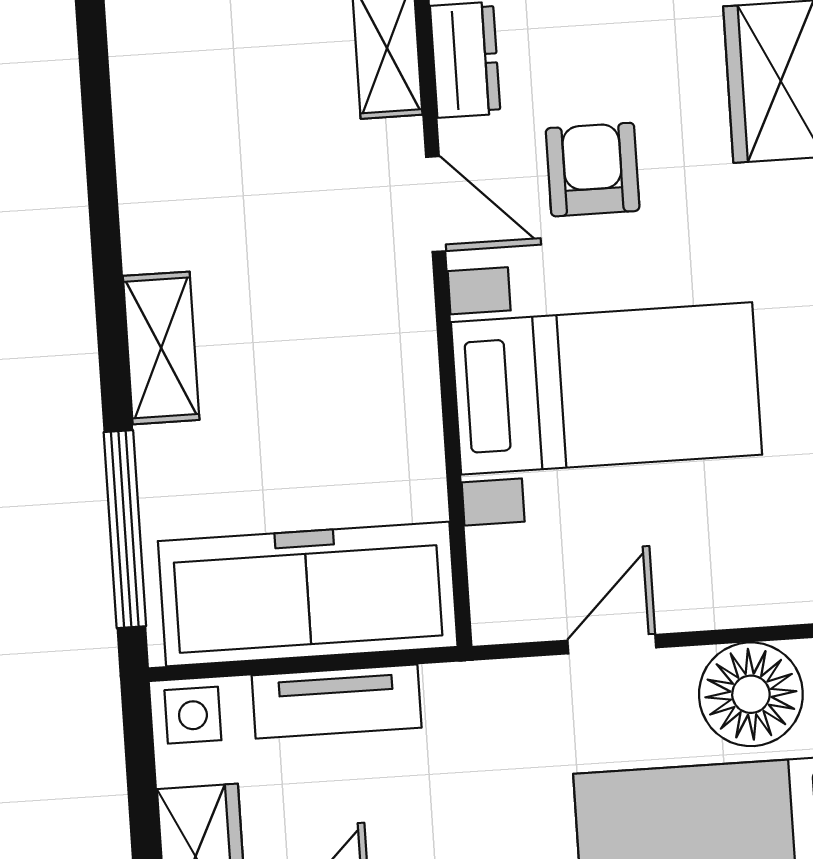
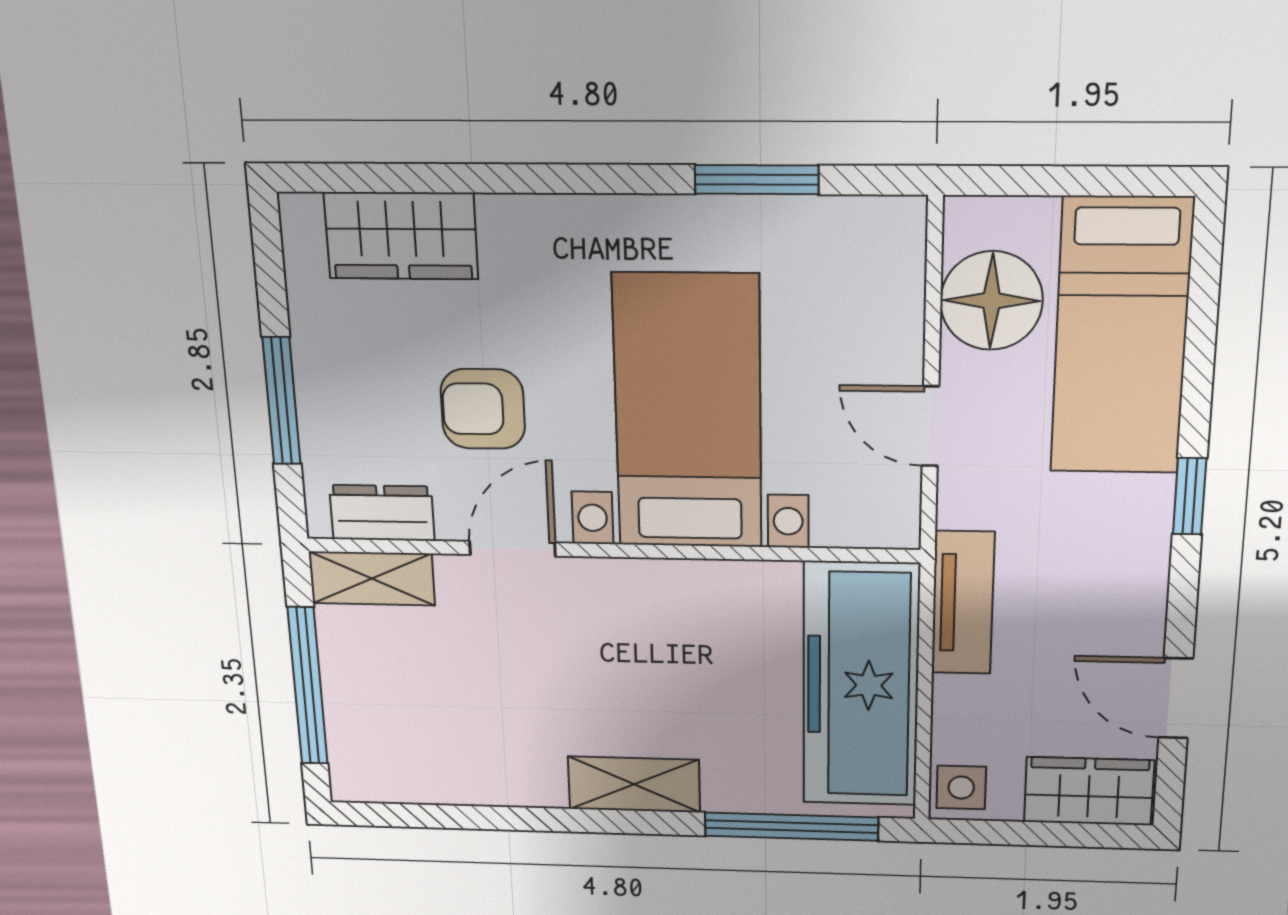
tv unit: (337, 702) -> (963, 603), moved

